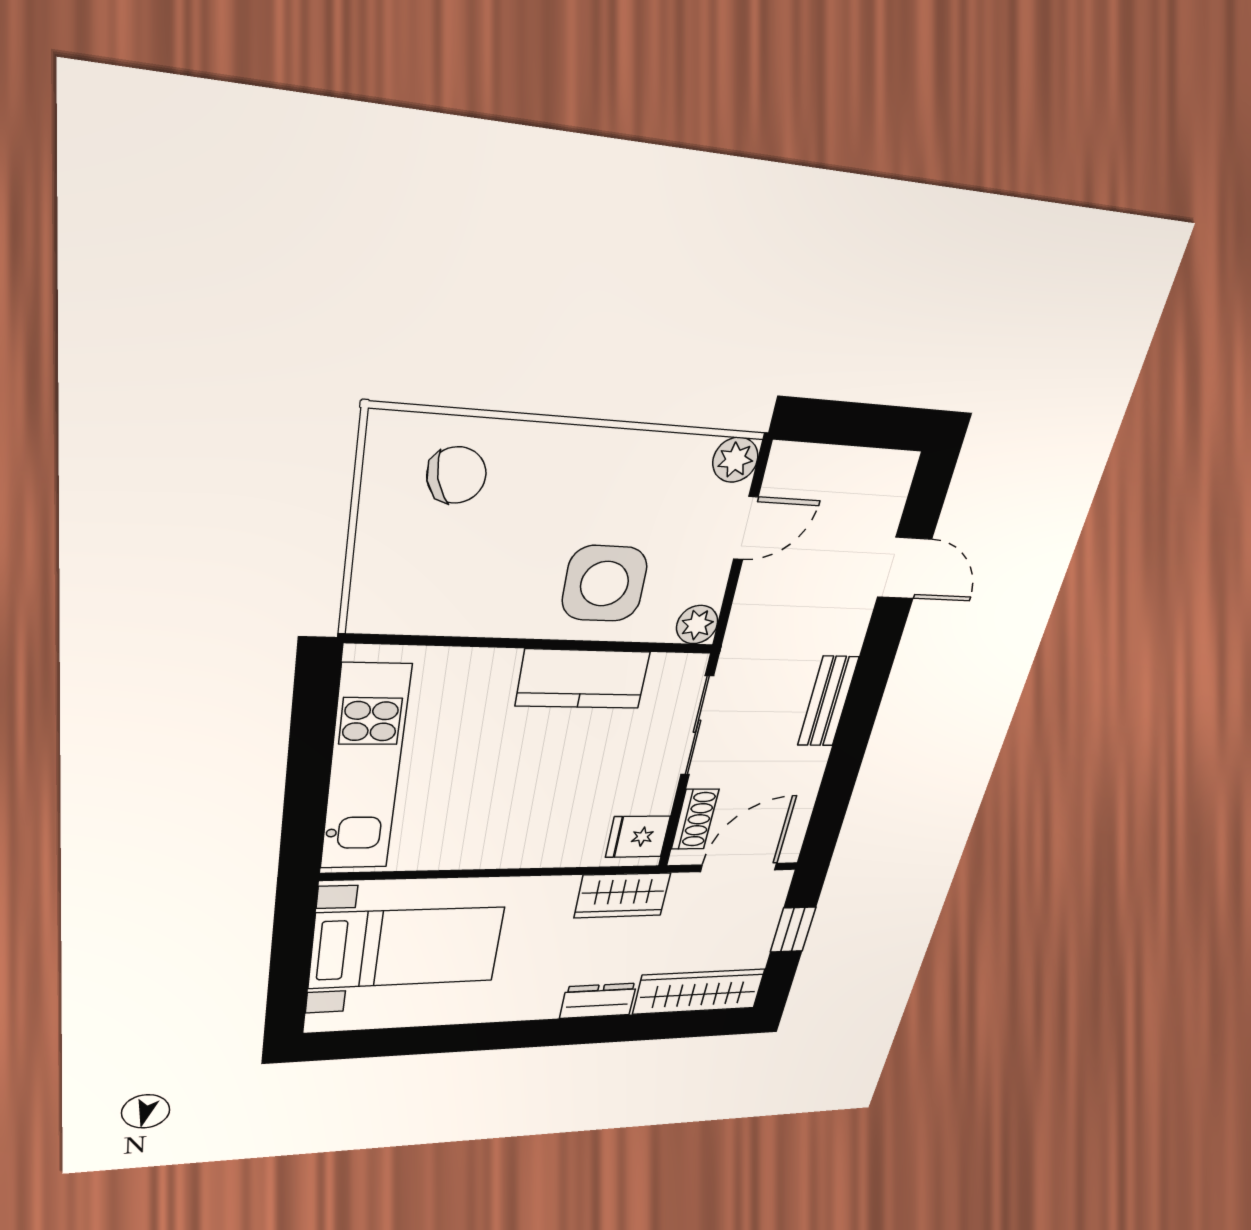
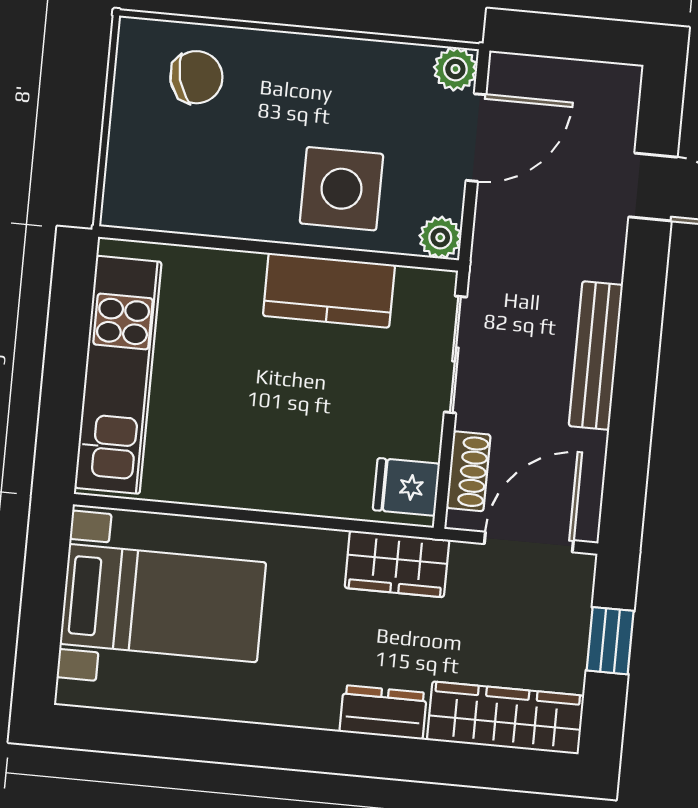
door: (746, 528) -> (476, 138), width x1.38
bench: (828, 701) -> (596, 356), width x1.36

